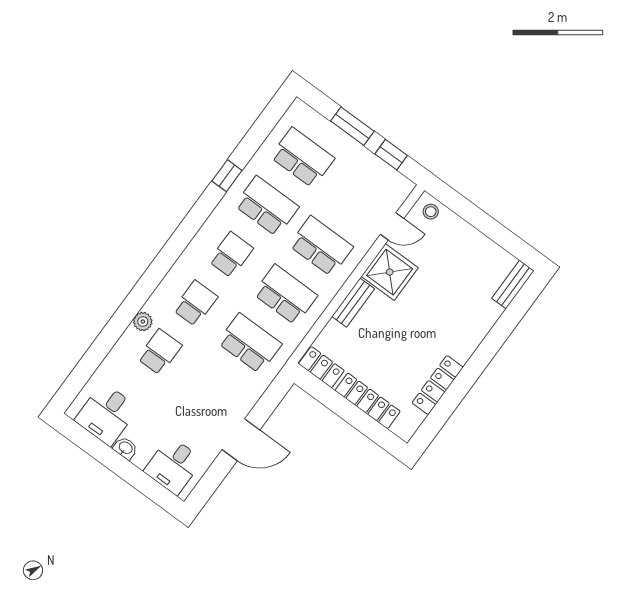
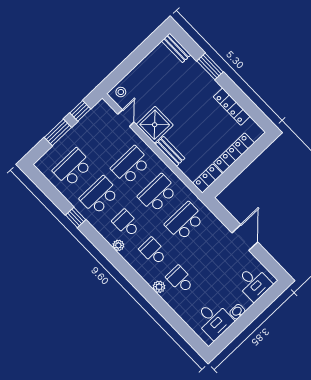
plant: (196, 248) -> (118, 245), added
window: (493, 341) -> (210, 66), added

